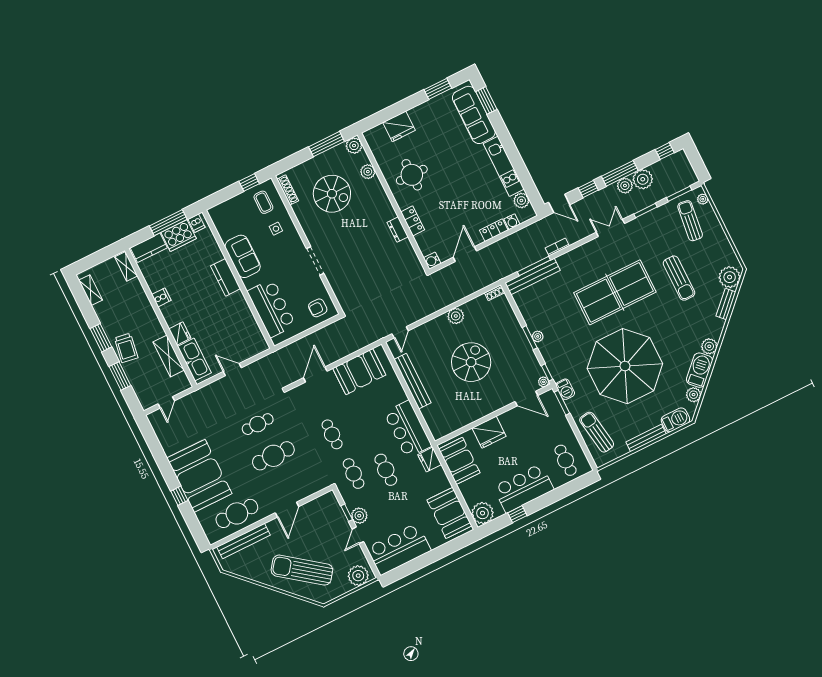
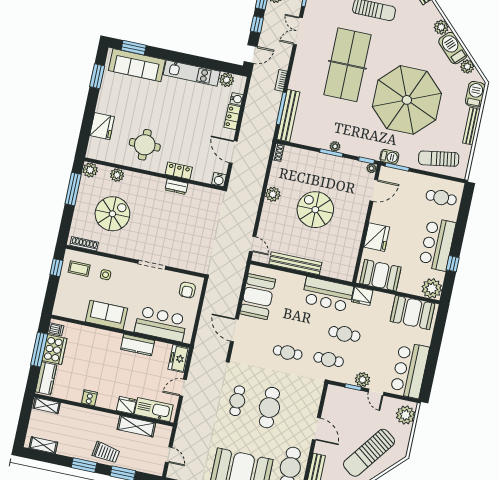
kitchen counter: (226, 277) -> (138, 345), moved
freezer: (254, 346) -> (179, 359), added

